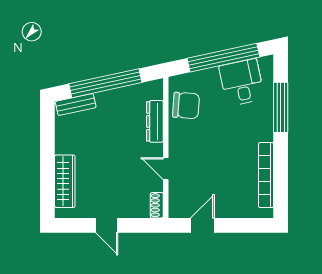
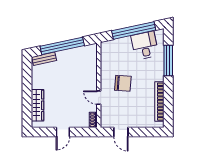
chair: (186, 105) -> (123, 83), moved
dresser: (155, 121) -> (92, 69), removed
door: (107, 225) -> (63, 132), hinge flipped
door: (202, 225) -> (121, 132), swing flipped

